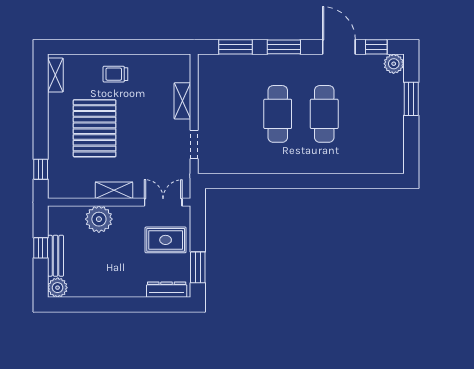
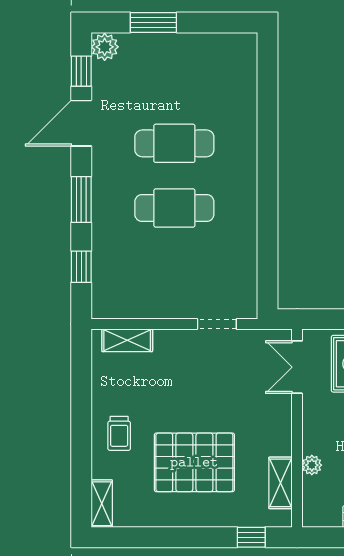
window: (235, 47) -> (81, 267), width x0.67
shelving: (55, 75) -> (102, 504), moved, turned 90
shelving: (182, 101) -> (127, 340), moved
shelving: (114, 190) -> (280, 483), moved
plant: (99, 219) -> (312, 465), width x0.53, depth x0.53

